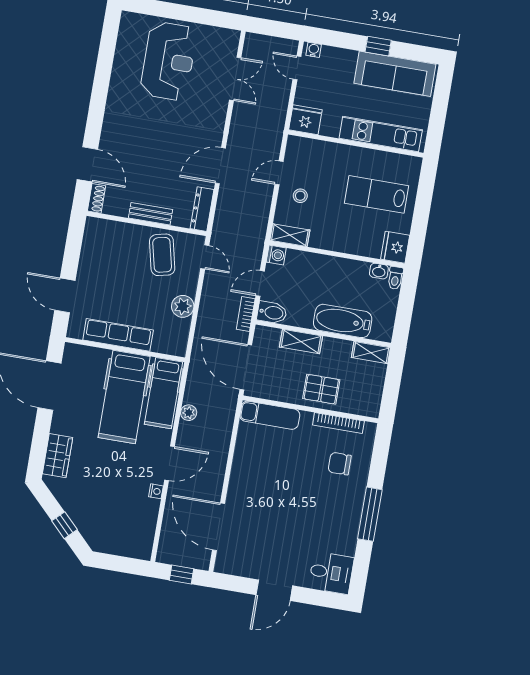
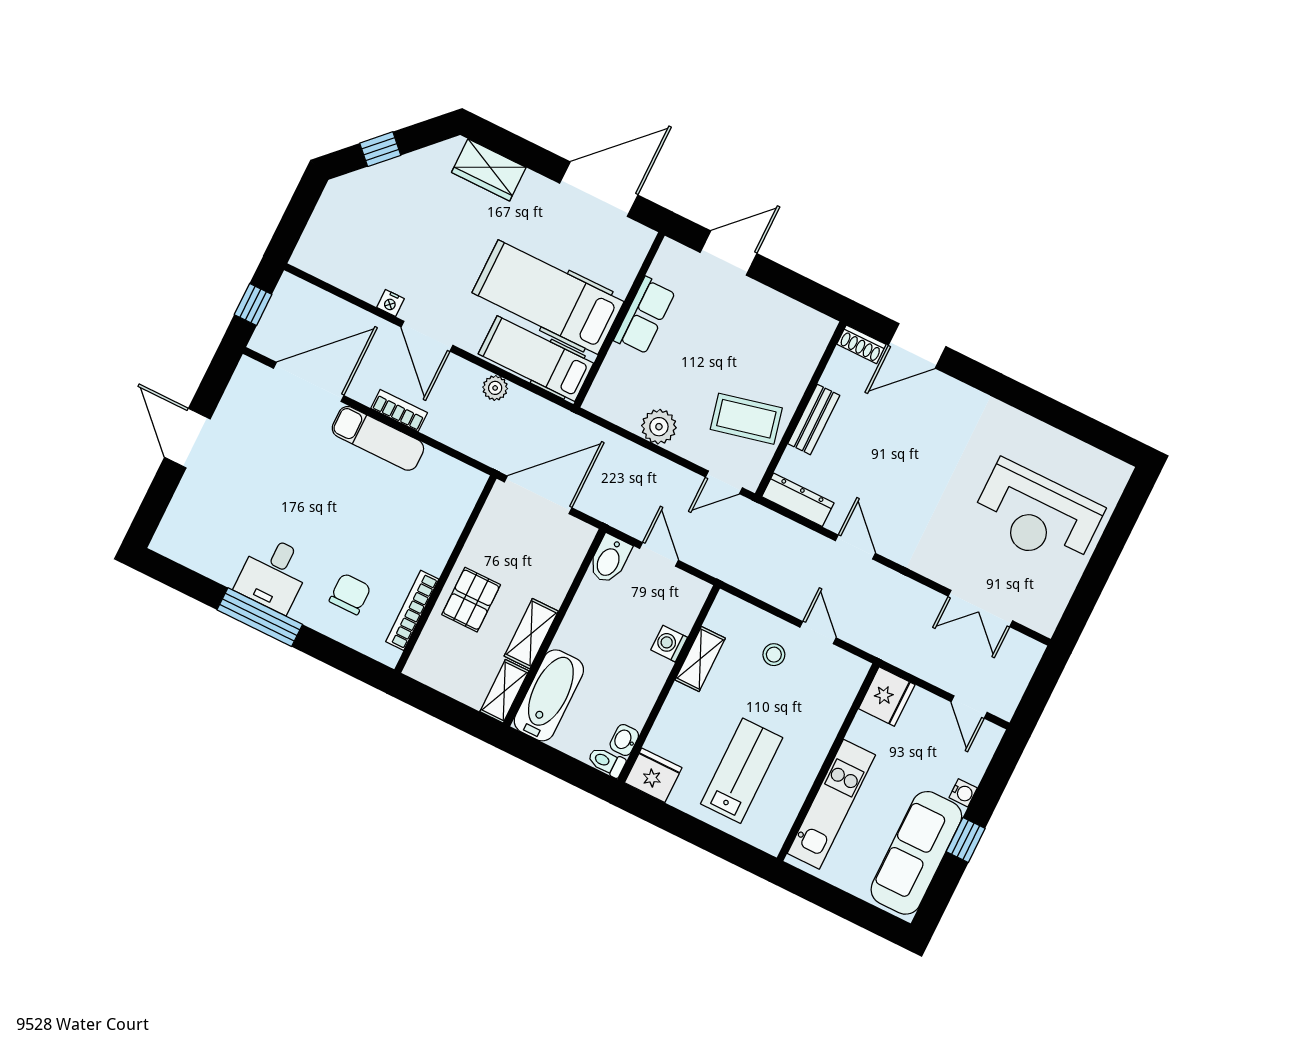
water cooler: (314, 50) -> (963, 793), moved
door: (297, 68) -> (969, 707), swing flipped
door: (220, 166) -> (855, 547), width x0.73
shelving: (290, 235) -> (700, 659), moved
washing machine: (276, 255) -> (669, 644), moved, turned 90
bookcase: (246, 314) -> (399, 411), moved
bathtub: (343, 321) -> (549, 695), moved
row of seats: (118, 335) -> (645, 316), width x0.68
shelving: (301, 342) -> (531, 634), moved
exam couch: (270, 415) -> (378, 438), moved, turned -90
desk: (331, 573) -> (273, 574), moved

